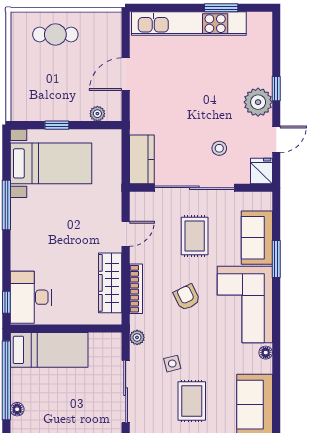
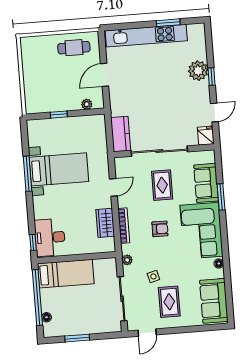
cafe table: (55, 34) -> (74, 48), moved
plant: (258, 102) -> (198, 71), moved
stool: (219, 148) -> (175, 122), removed
bed with nightstands: (51, 163) -> (59, 169), moved
wardrobe: (110, 283) -> (105, 223), width x0.67
armchair: (187, 297) -> (160, 229), turned 116

